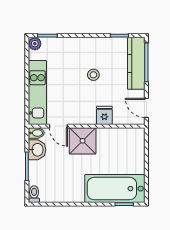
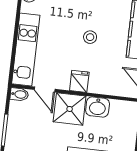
fridge: (104, 115) -> (79, 81), moved
washbasin: (37, 150) -> (98, 107), moved, turned 90

